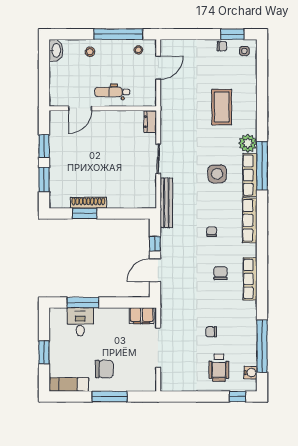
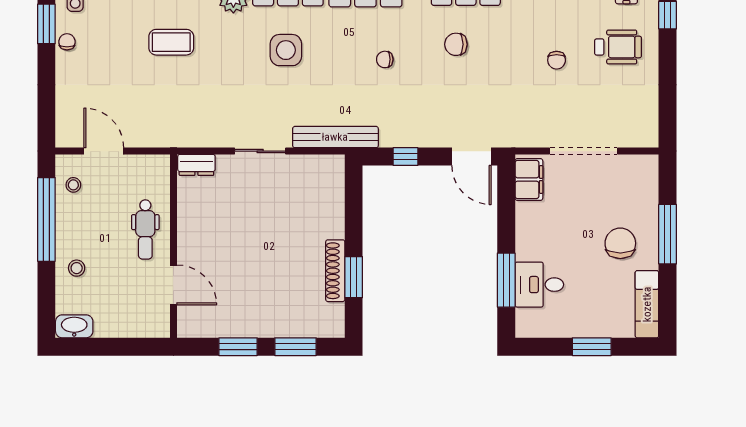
coffee table: (222, 107) -> (171, 42), width x0.73, depth x0.76
door: (155, 270) -> (472, 157), moved

